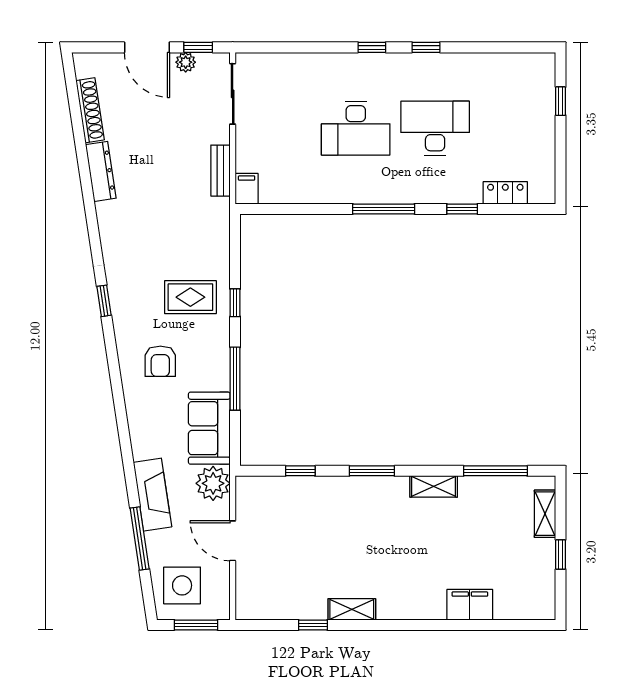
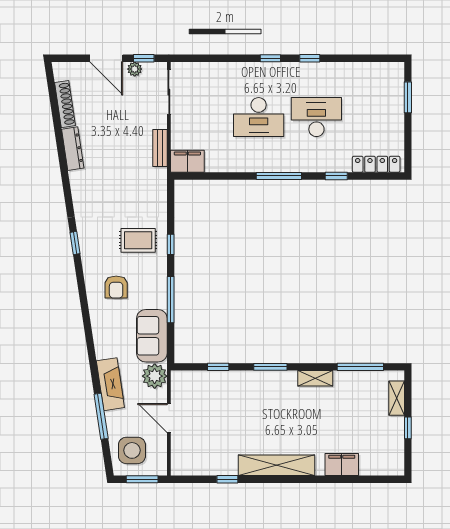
window: (561, 101) -> (408, 97), width x1.50
filing cabinet: (247, 189) -> (187, 161), width x2.00
locker: (505, 193) -> (376, 164), width x1.53
shelving: (352, 609) -> (276, 465), width x2.20, depth x1.33

